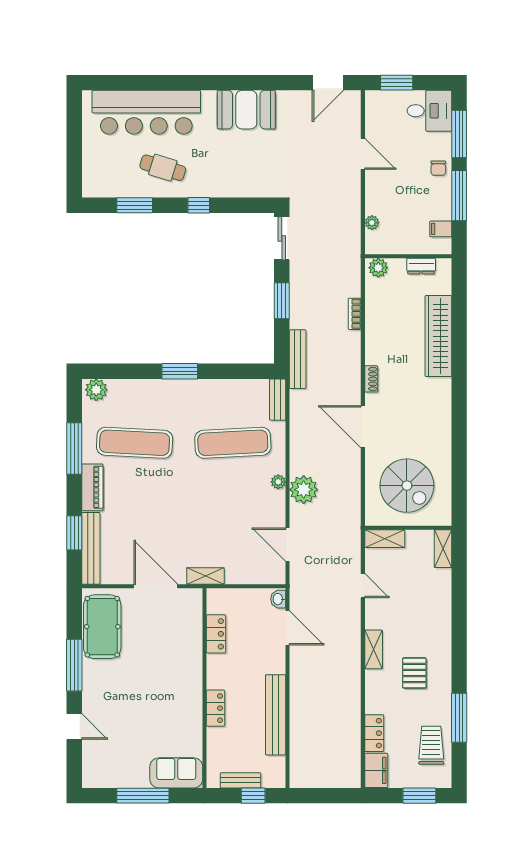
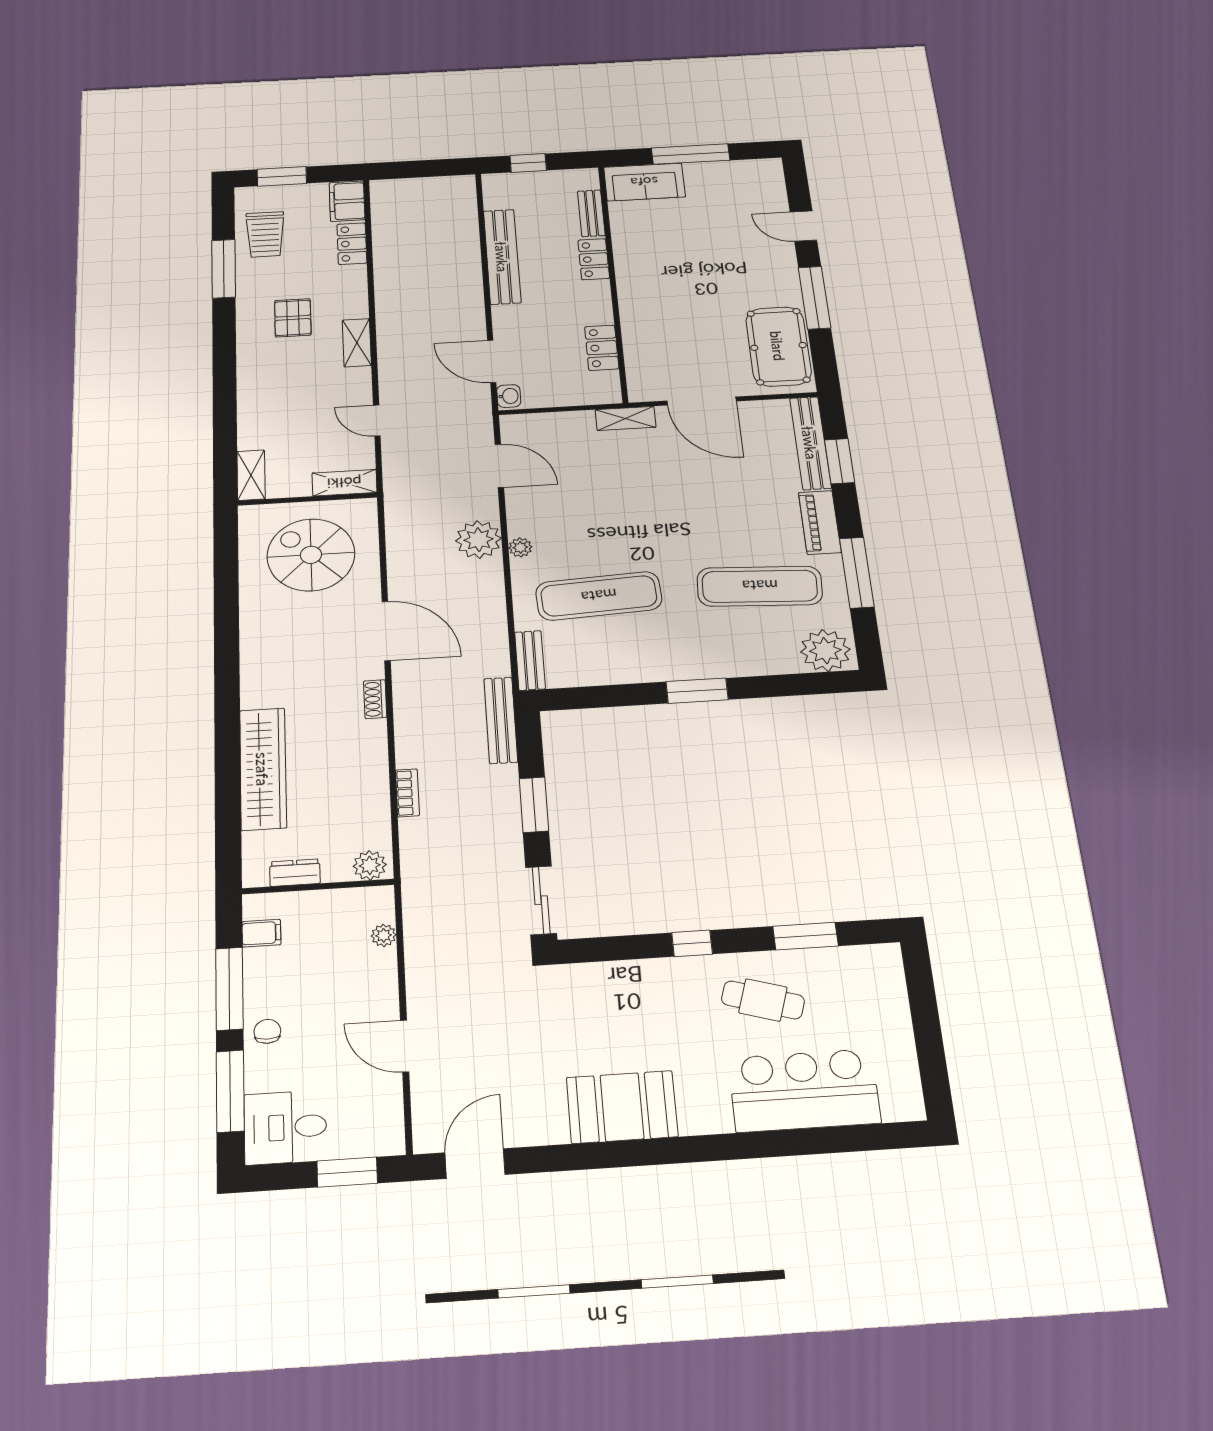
bar counter: (146, 112) -> (804, 1090), width x0.73
plant: (96, 390) -> (825, 651), width x1.36, depth x1.36
bench: (241, 780) -> (591, 213), moved, turned 90

